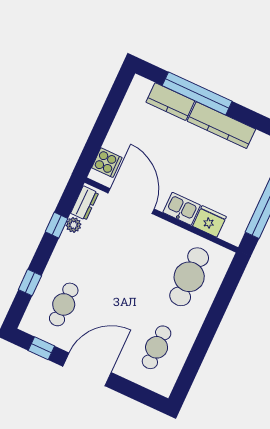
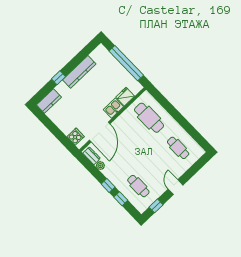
window: (197, 93) -> (59, 78), width x0.32
kitchen counter: (170, 102) -> (49, 101), moved
door: (131, 201) -> (100, 132), swing flipped
window: (57, 225) -> (108, 185), moved
door: (87, 369) -> (176, 187), width x0.53

